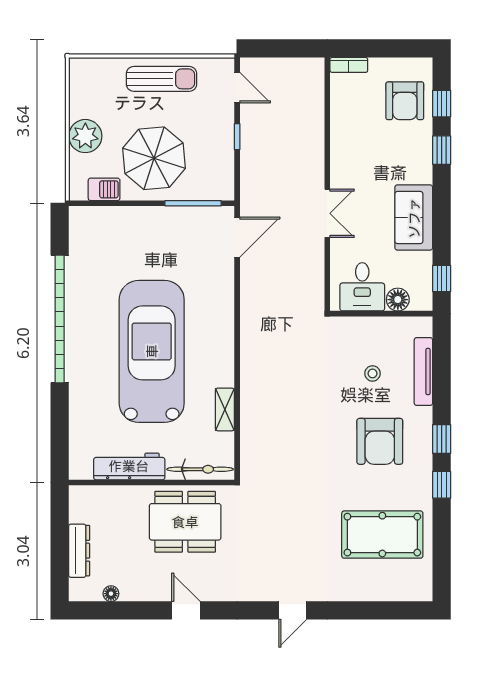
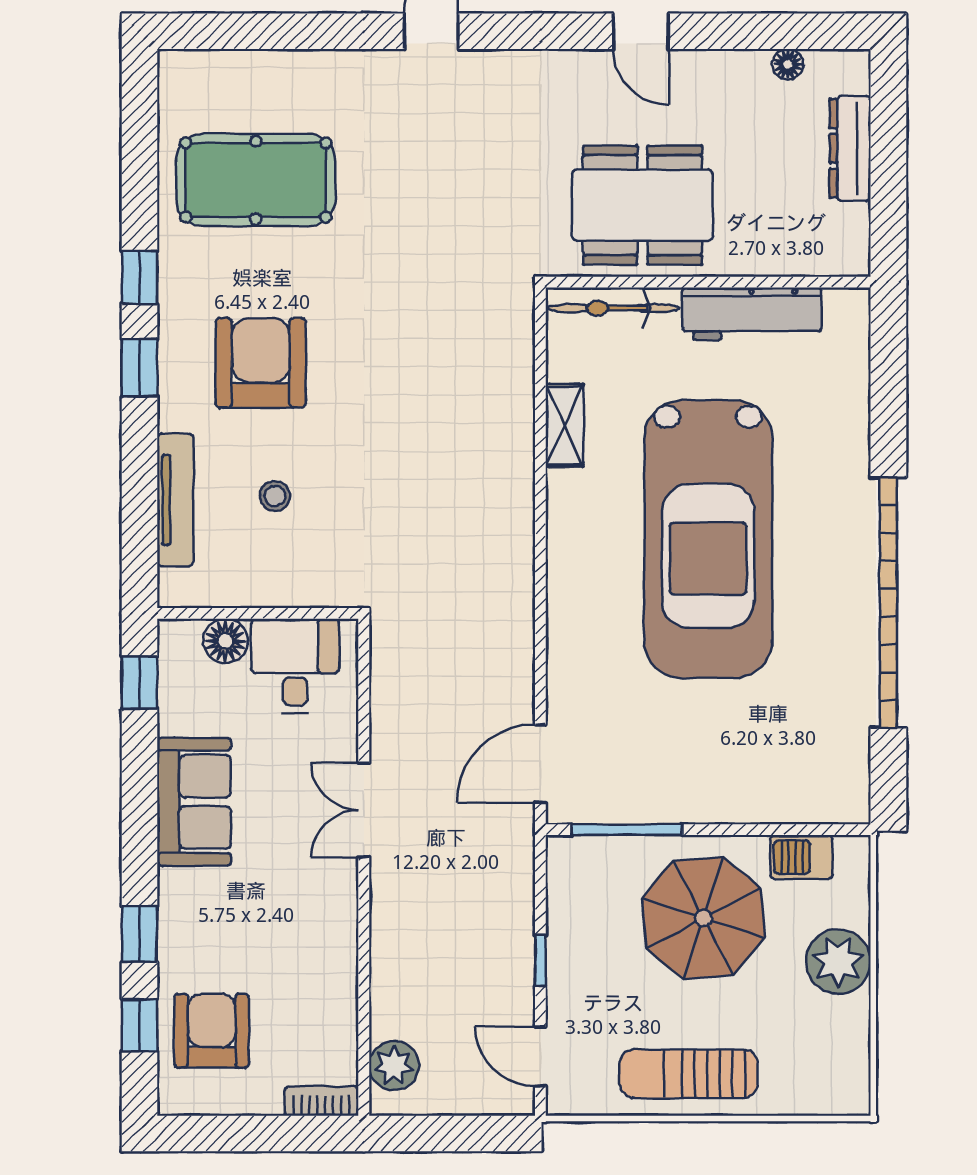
plant: (312, 83) -> (394, 1066), added

